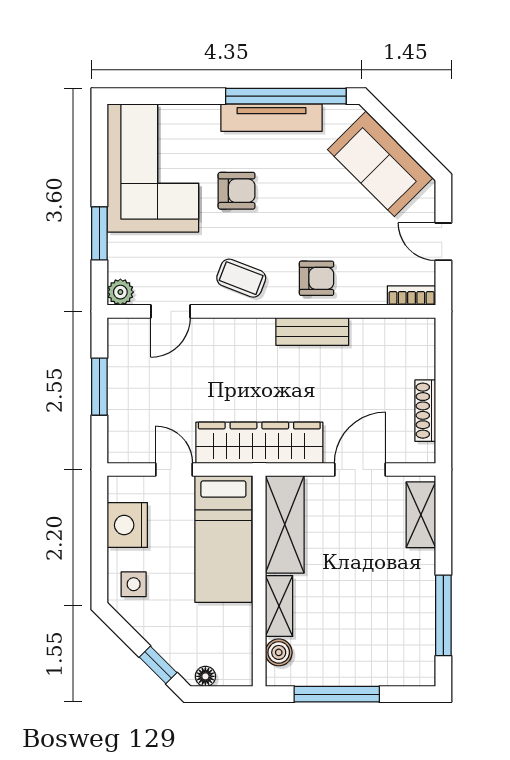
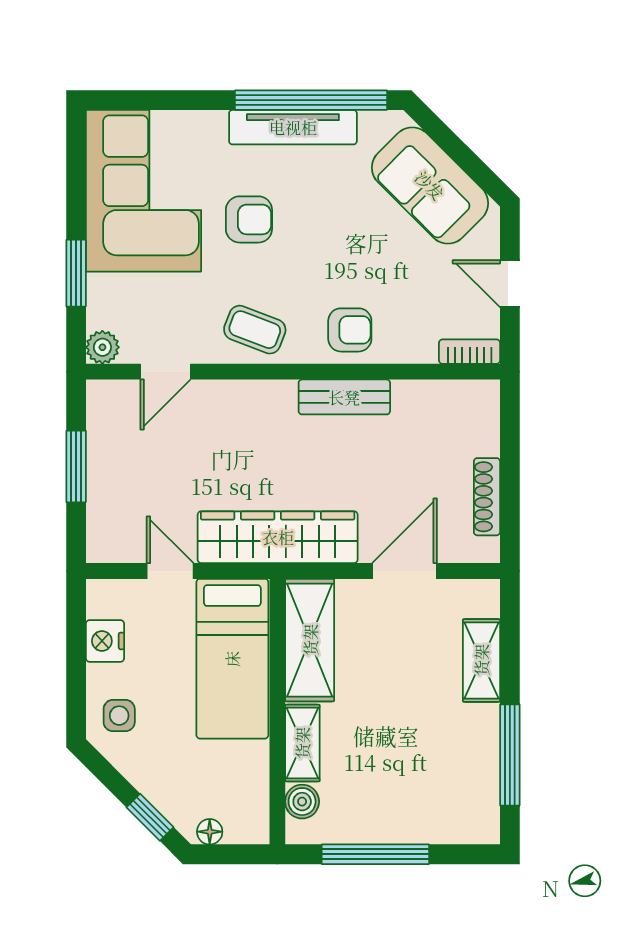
shelving: (421, 515) -> (481, 660), moved
nightstand: (127, 525) -> (105, 641), width x0.74, depth x0.75

